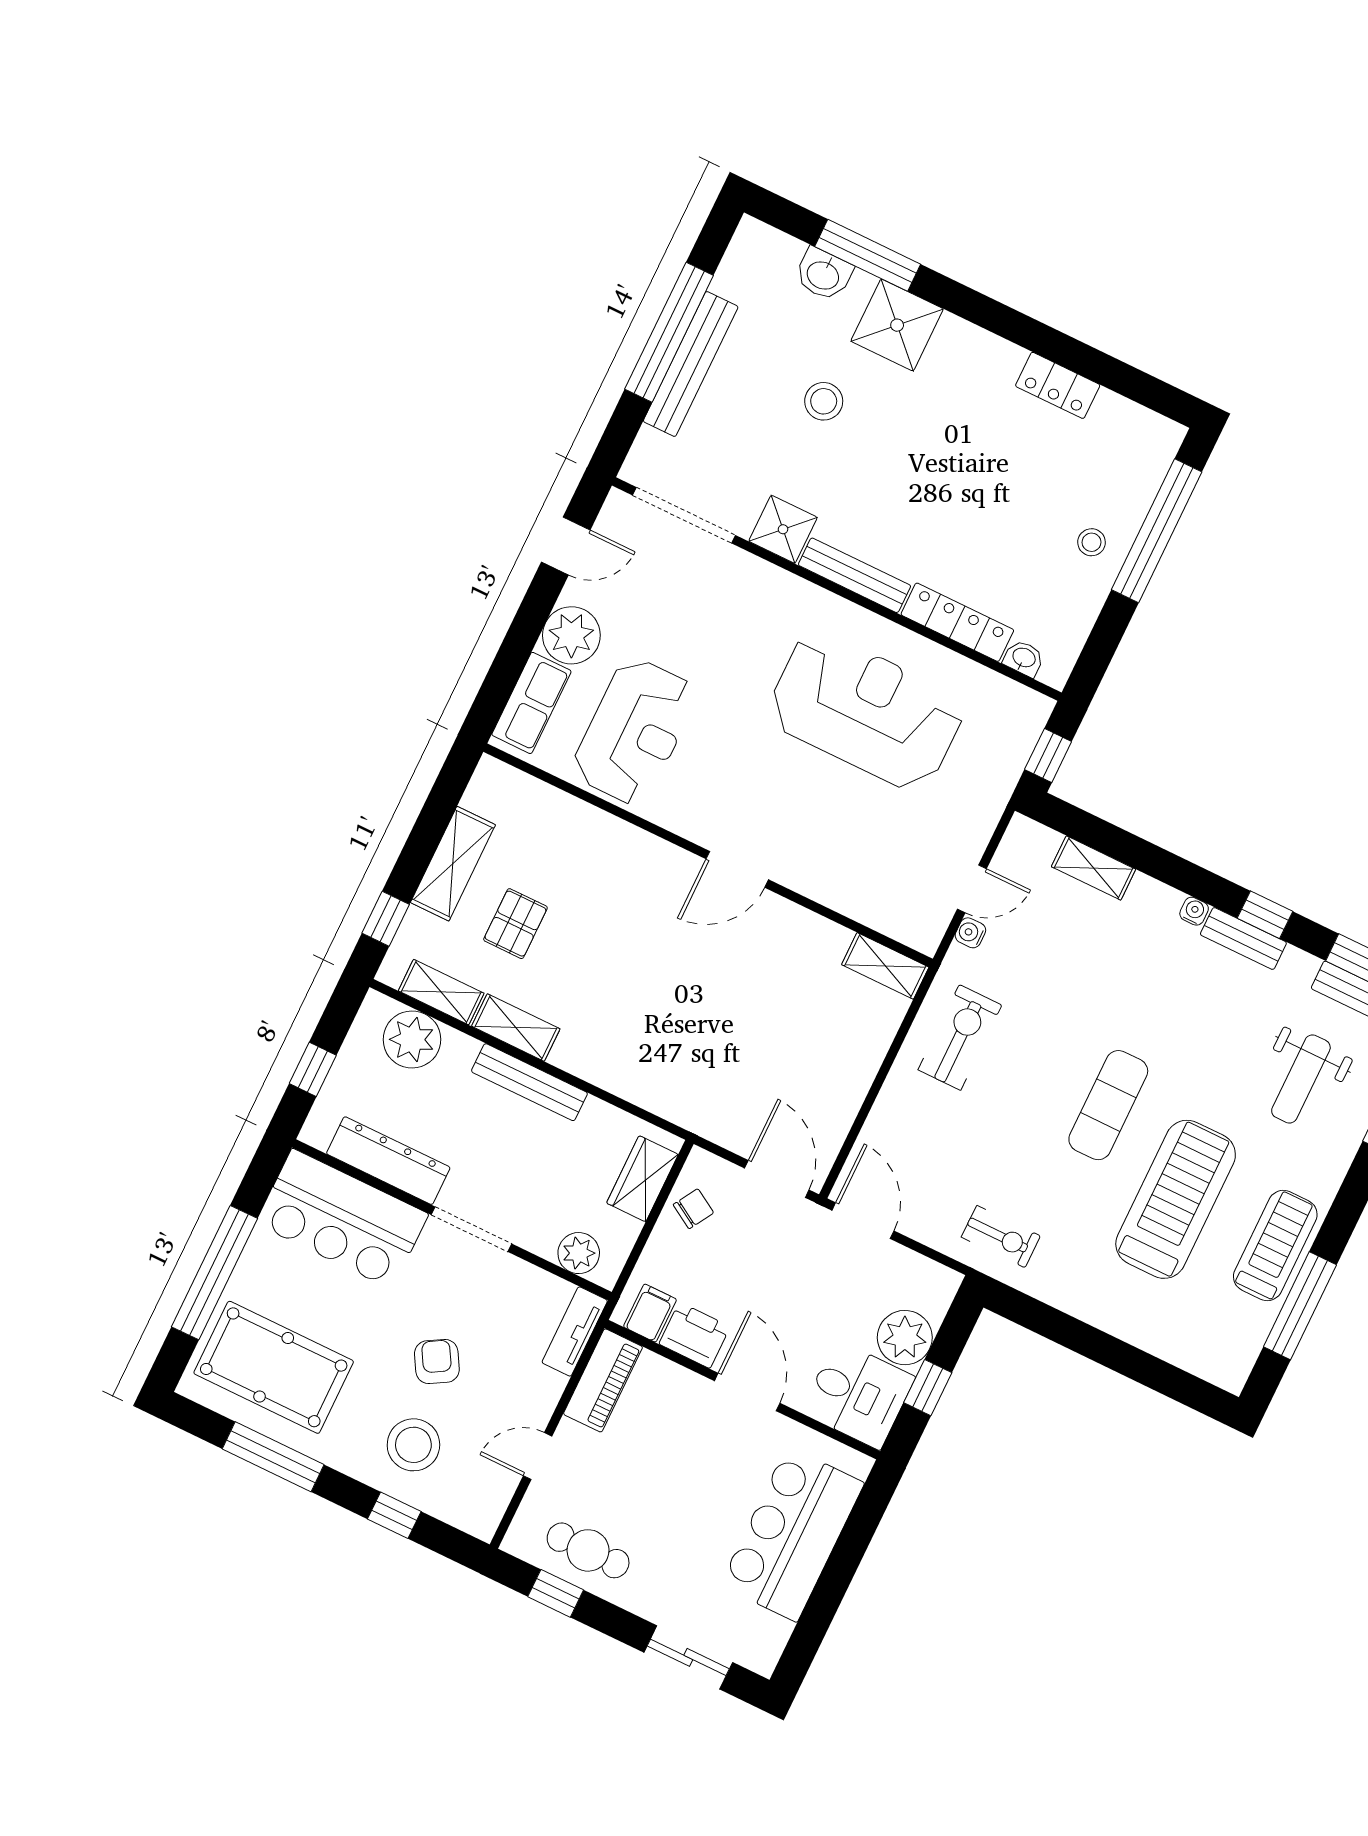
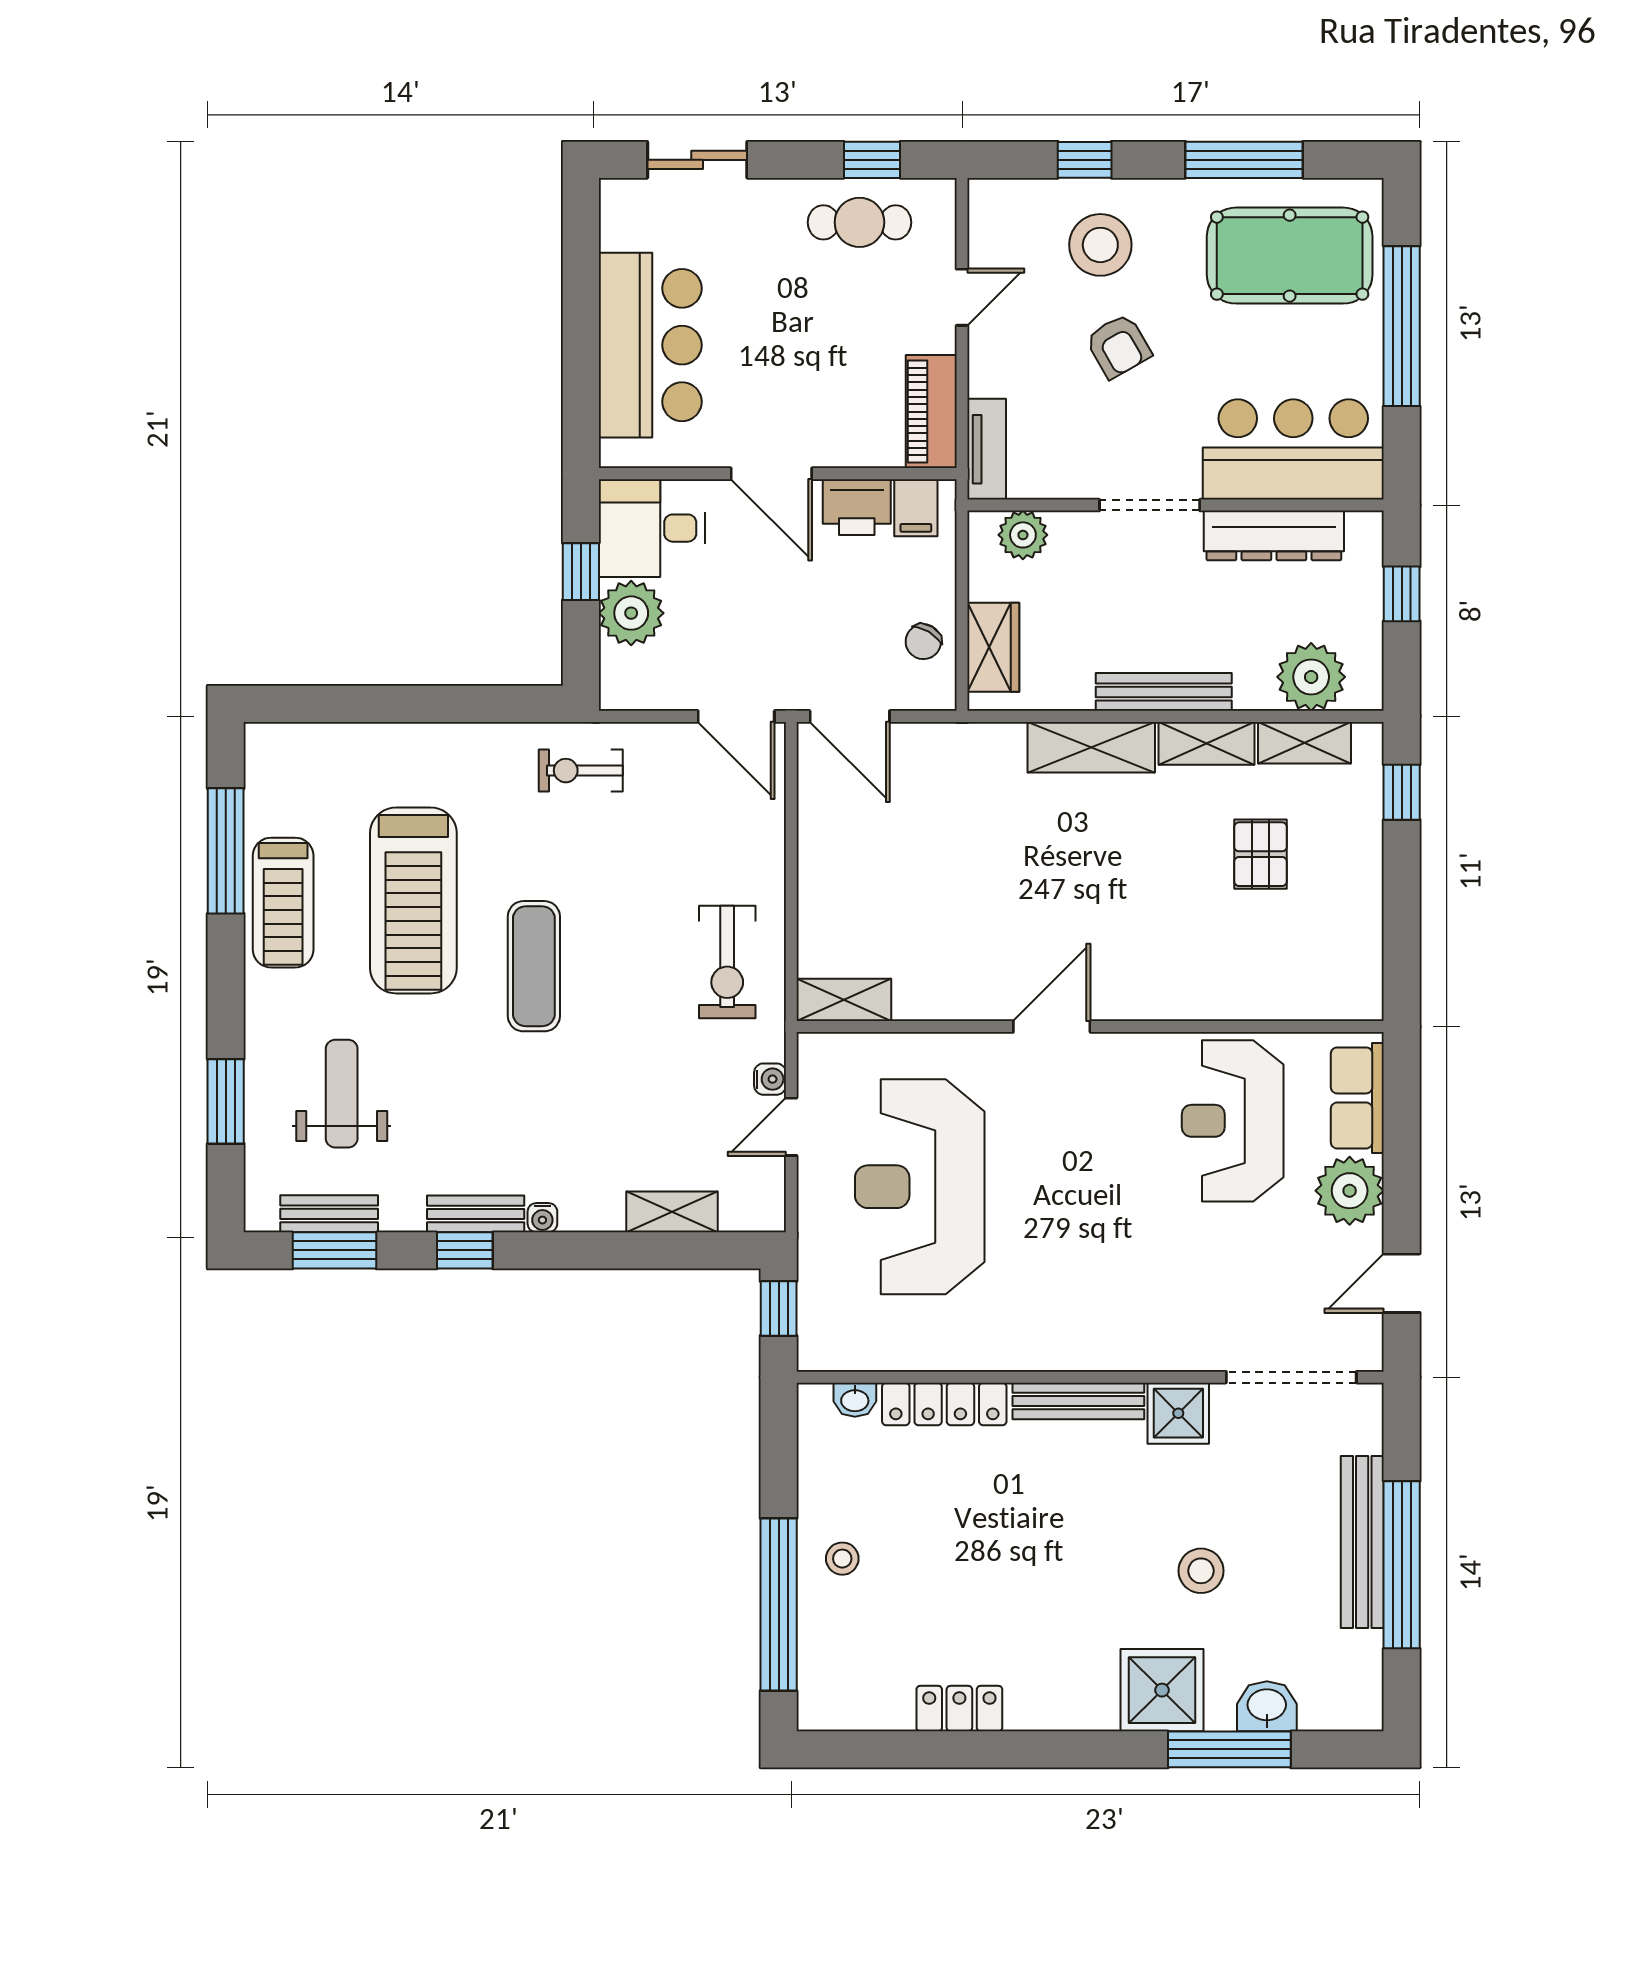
reception desk: (866, 711) -> (920, 1187), moved, turned 90
shelving: (453, 864) -> (1091, 747), moved, turned 90

